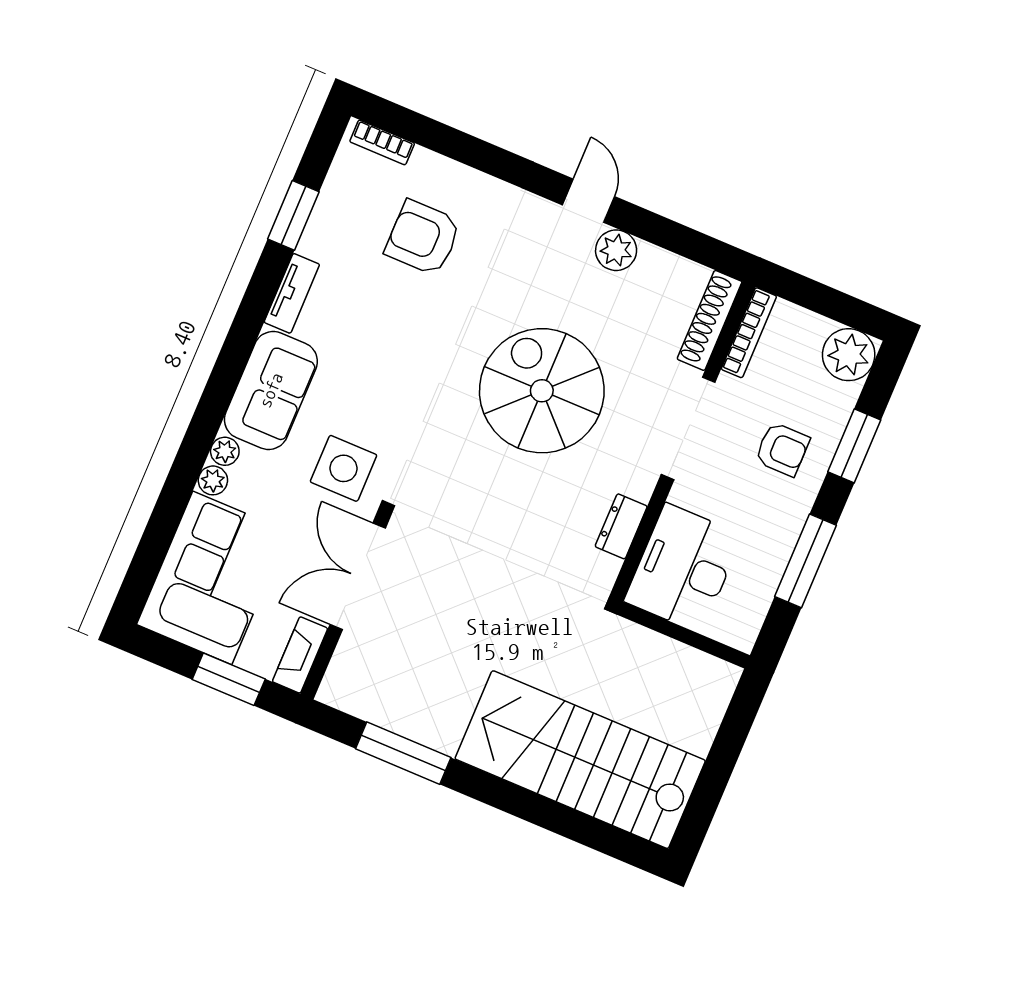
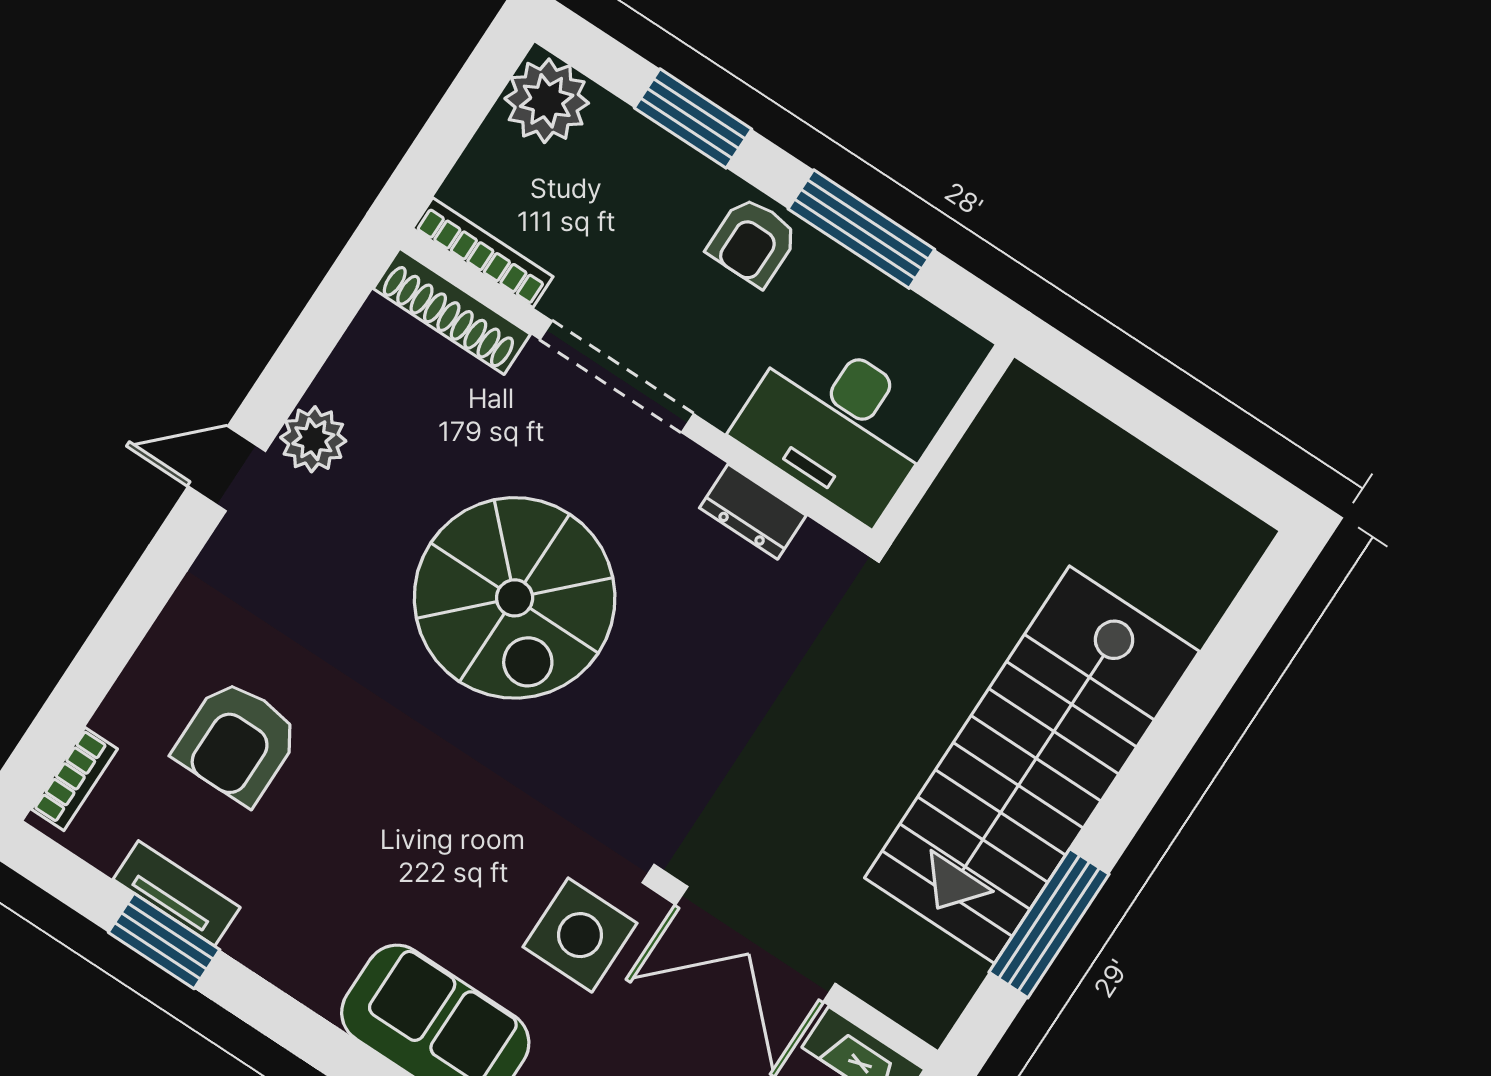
tv unit: (292, 293) -> (177, 893), moved
spiral stairs: (542, 391) -> (515, 598), turned -90
armchair: (782, 449) -> (753, 242), moved, turned 180
stairs: (580, 760) -> (1032, 765), moved

